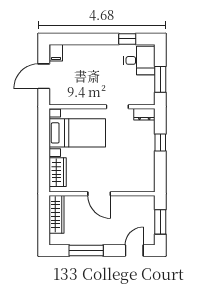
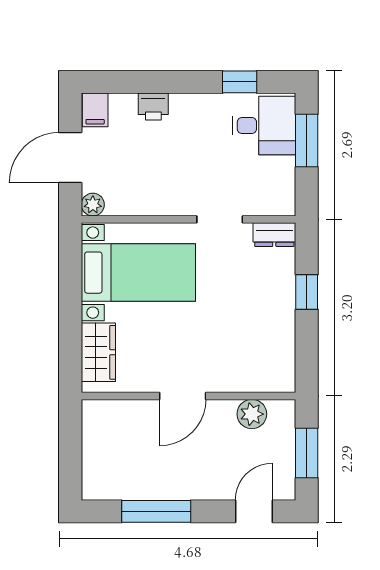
printer: (85, 51) -> (153, 107), added
window: (160, 79) -> (307, 141), moved
plant: (55, 99) -> (93, 205), added
door: (99, 194) -> (183, 396), hinge flipped
plant: (133, 203) -> (252, 414), added
wardrobe: (57, 214) -> (96, 438), removed

